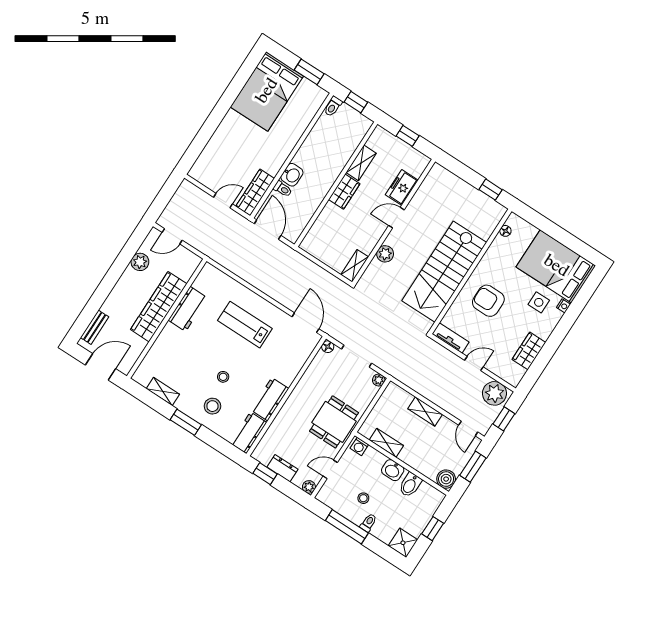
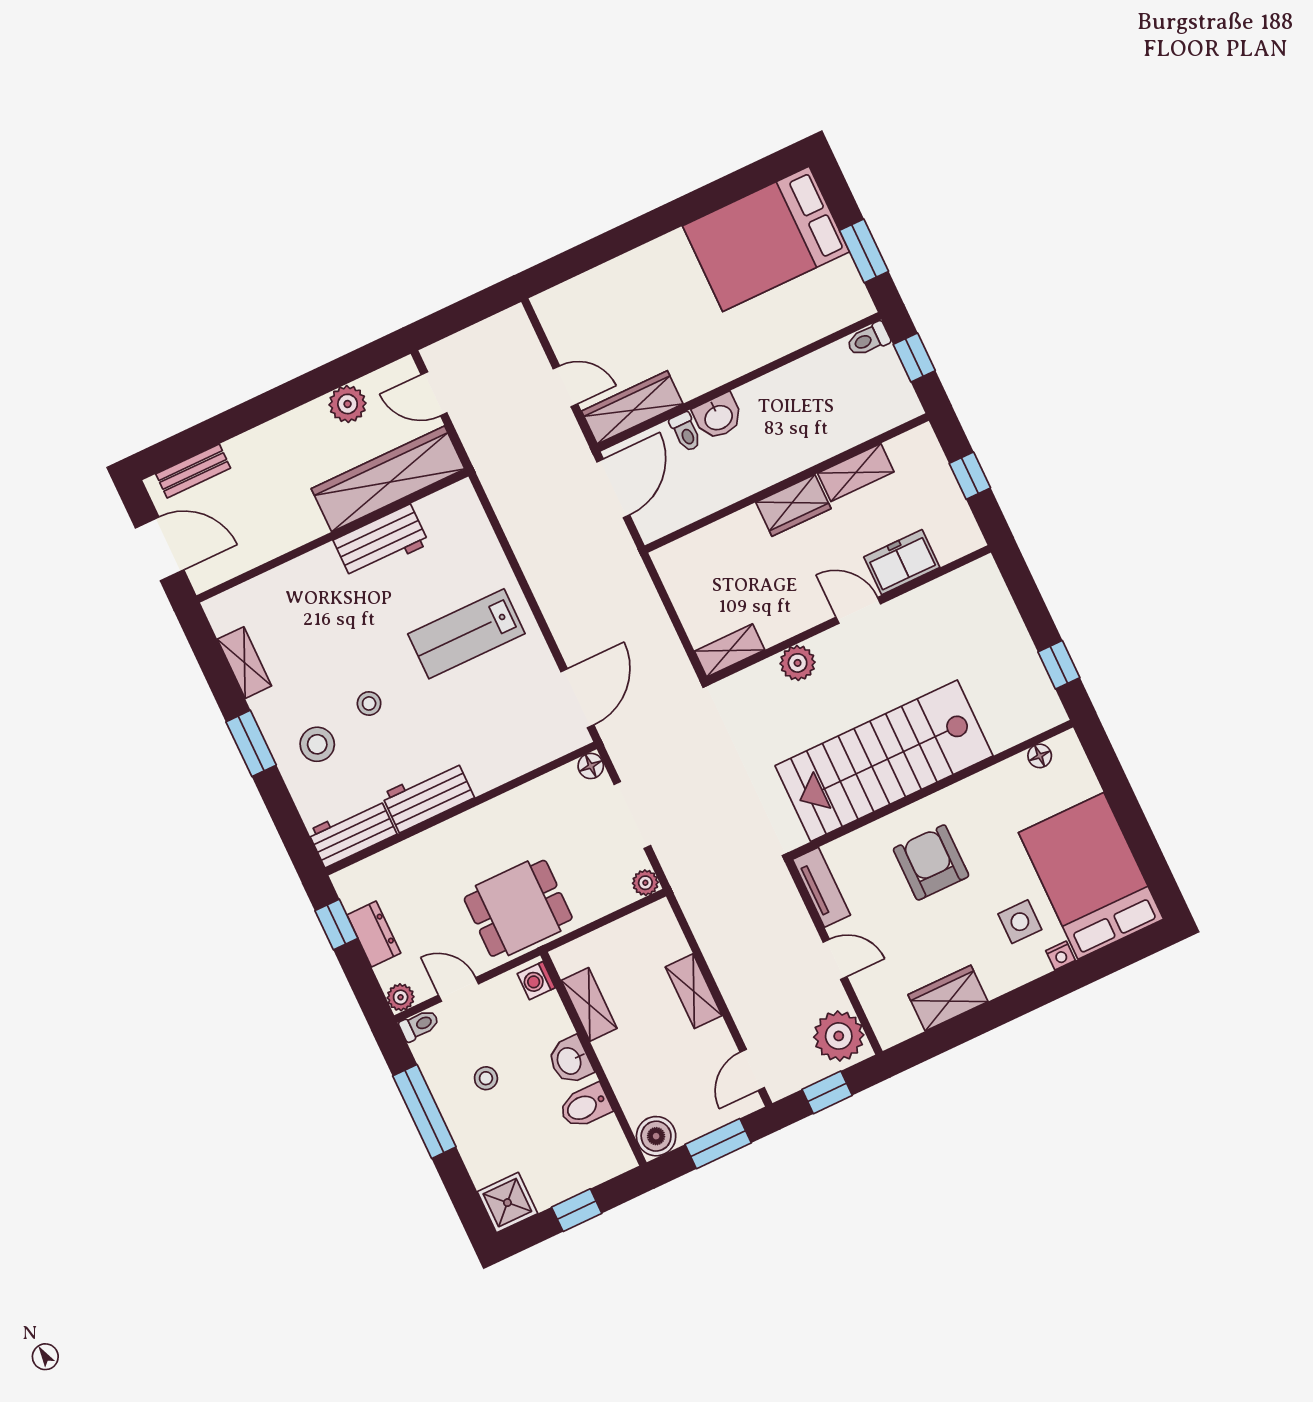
wardrobe: (159, 307) -> (388, 479), moved
lab bench: (245, 325) -> (466, 634), turned -90
toilet: (368, 523) -> (419, 1025), moved

